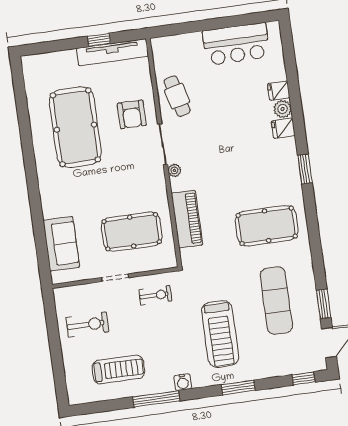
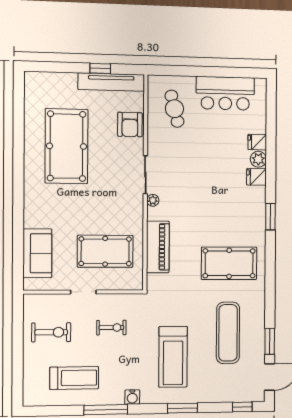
cafe table: (177, 96) -> (174, 109), moved
armchair: (132, 114) -> (130, 125), moved
exercise bike: (155, 295) -> (111, 328), moved

